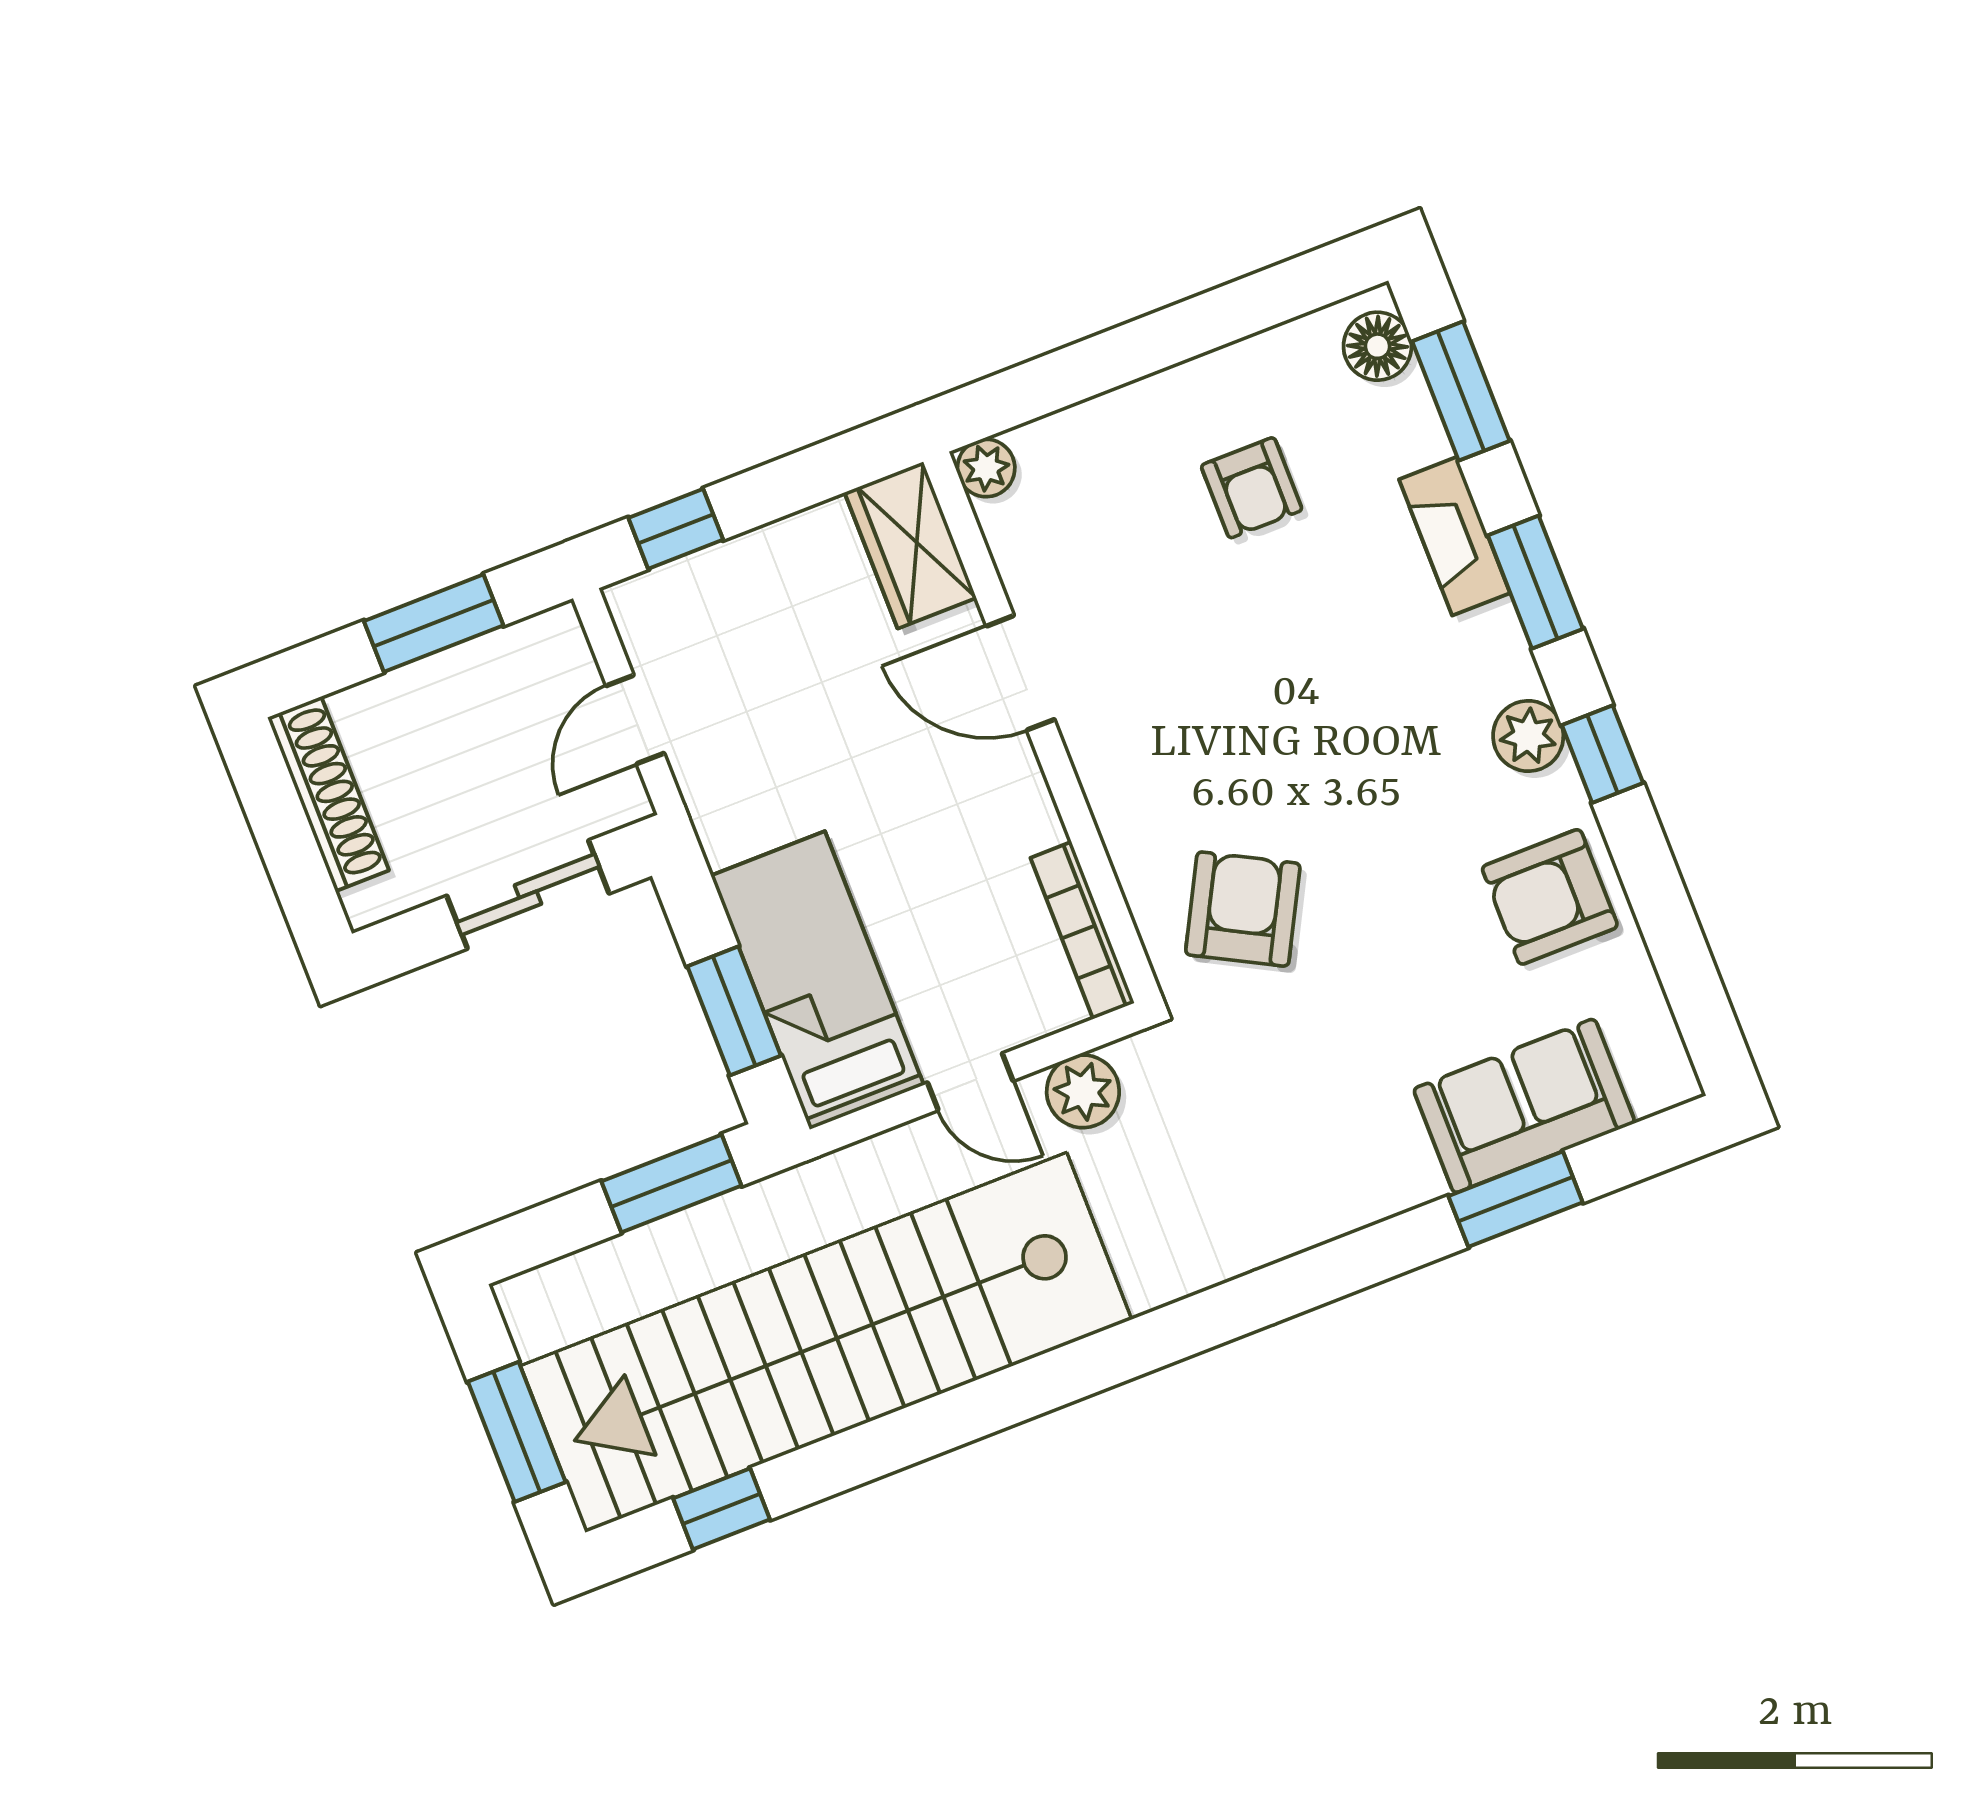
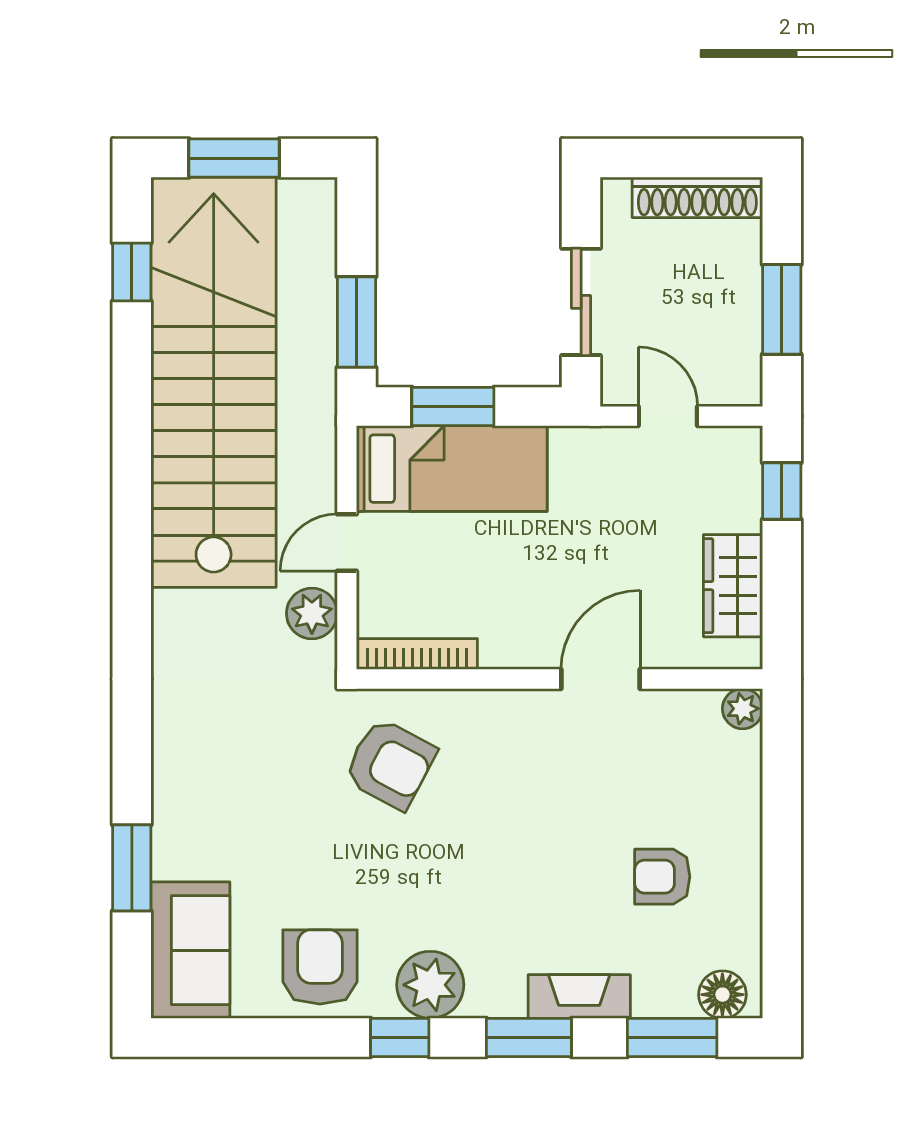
wardrobe: (910, 545) -> (733, 586), moved, turned -90
plant: (1528, 736) -> (430, 985), width x1.36, depth x1.36
sofa: (1524, 1106) -> (190, 950), moved

